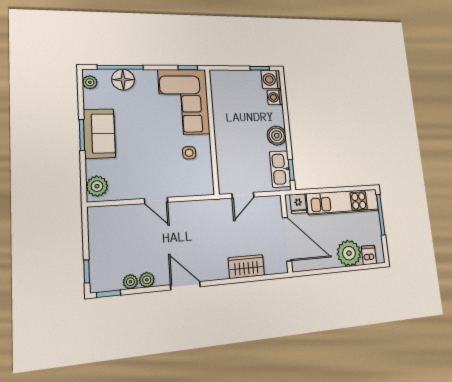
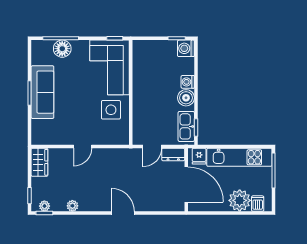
plant: (90, 82) -> (37, 51), removed
washing machine: (275, 97) -> (188, 82), moved
sofa: (99, 133) -> (42, 92), width x1.36
side table: (189, 153) -> (111, 110), width x1.87, depth x1.87
plant: (97, 186) -> (39, 133), removed
door: (156, 200) -> (83, 146), hinge flipped
dresser: (268, 204) -> (173, 154), added
wardrobe: (246, 267) -> (39, 162), moved, turned 90
plant: (130, 282) -> (44, 206), moved
door: (185, 286) -> (123, 213), moved

